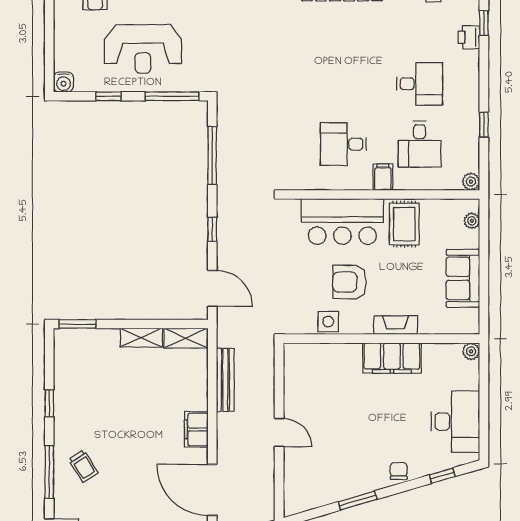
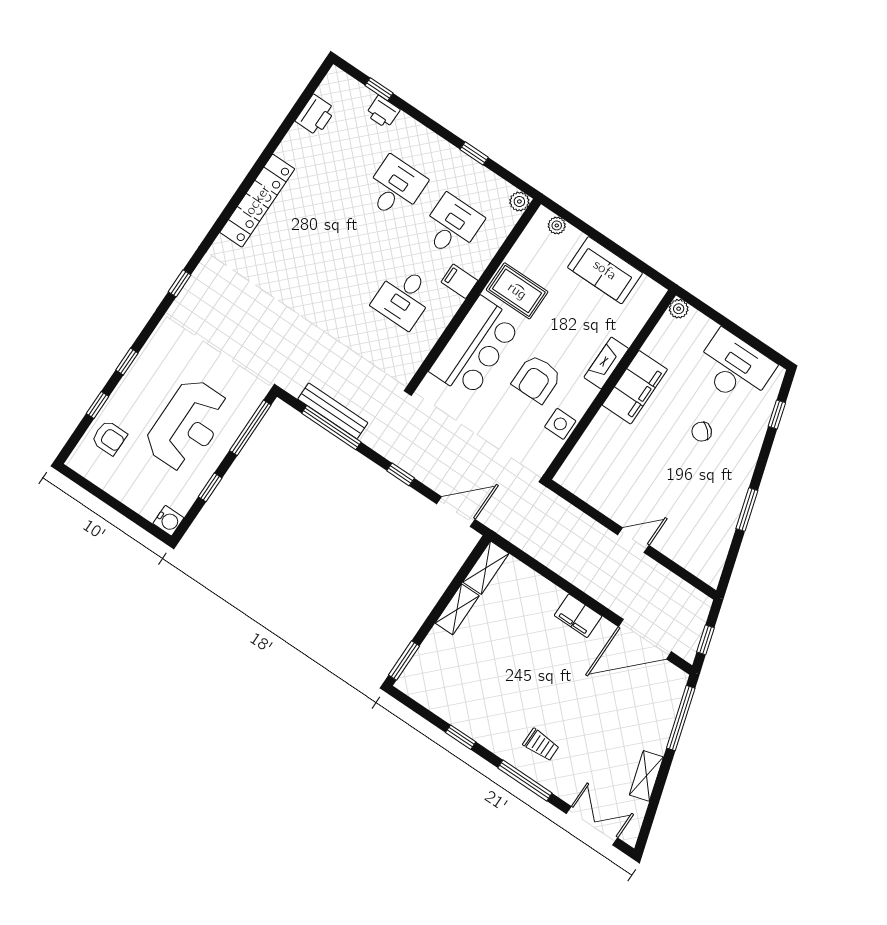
desk: (420, 144) -> (452, 226), turned -90
bench: (225, 380) -> (333, 411), moved
trolley: (83, 466) -> (541, 745), turned 33
chair: (399, 471) -> (702, 432), moved, turned -46

